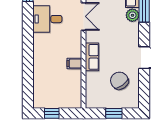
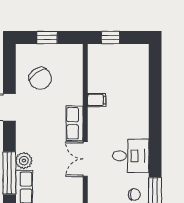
row of seats: (92, 57) -> (75, 123), moved
window: (52, 113) -> (110, 37), moved

